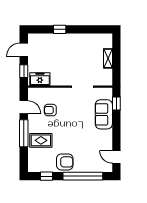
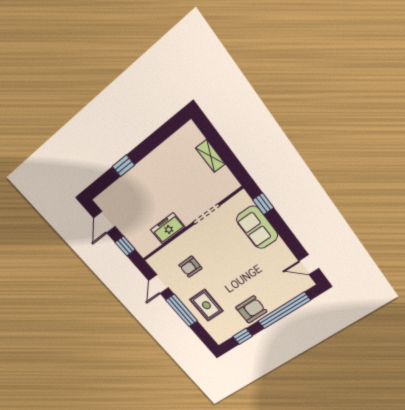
freezer: (40, 79) -> (168, 228), moved
door: (24, 107) -> (159, 284), swing flipped
rug: (41, 140) -> (206, 305), turned 90

